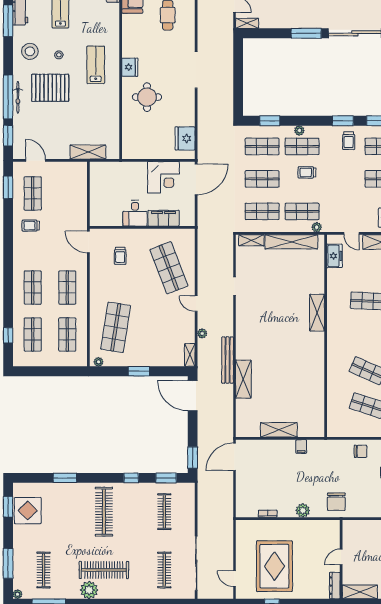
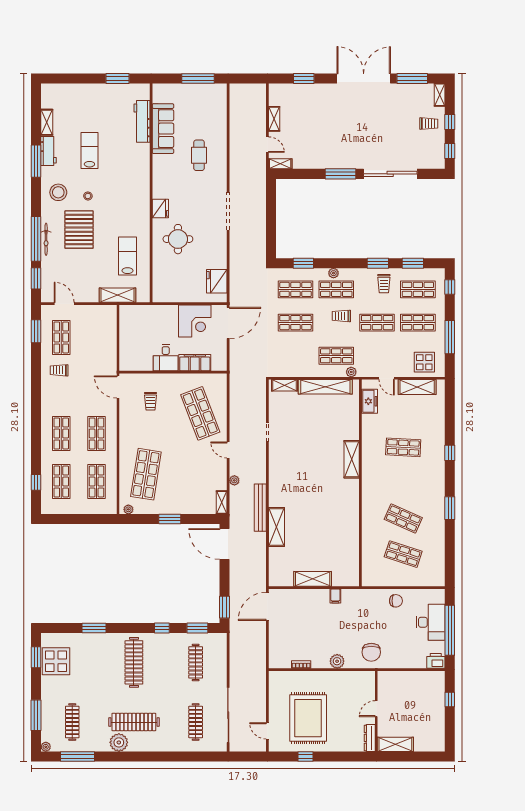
lab bench: (96, 65) -> (127, 256), moved
pallet: (50, 88) -> (79, 230), turned 90
shop shelf: (262, 211) -> (377, 323), moved

